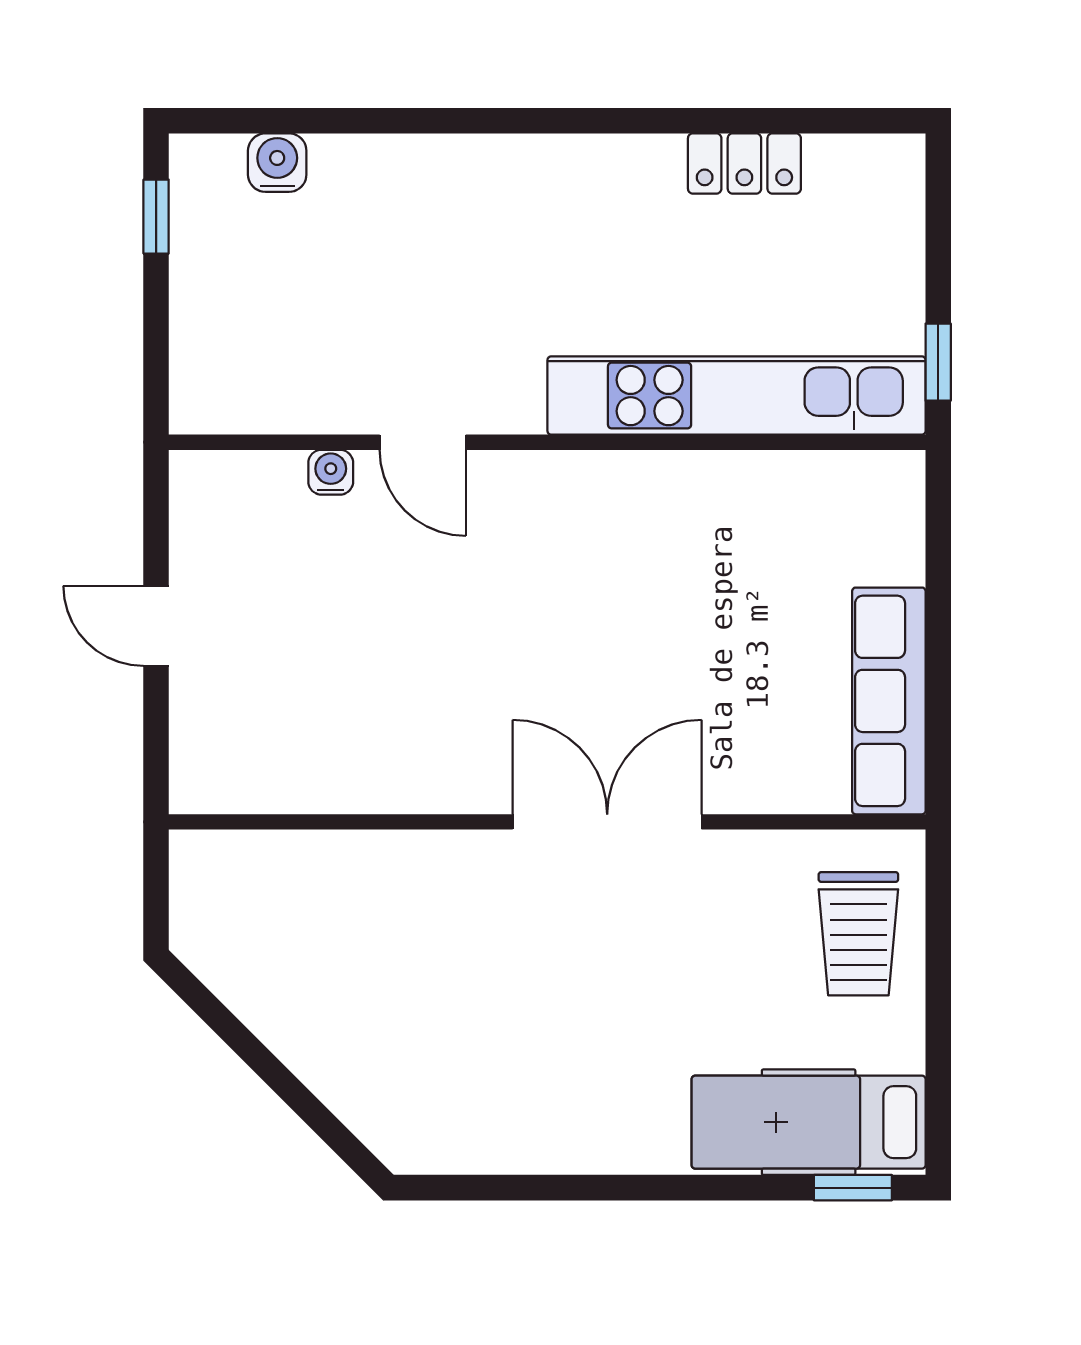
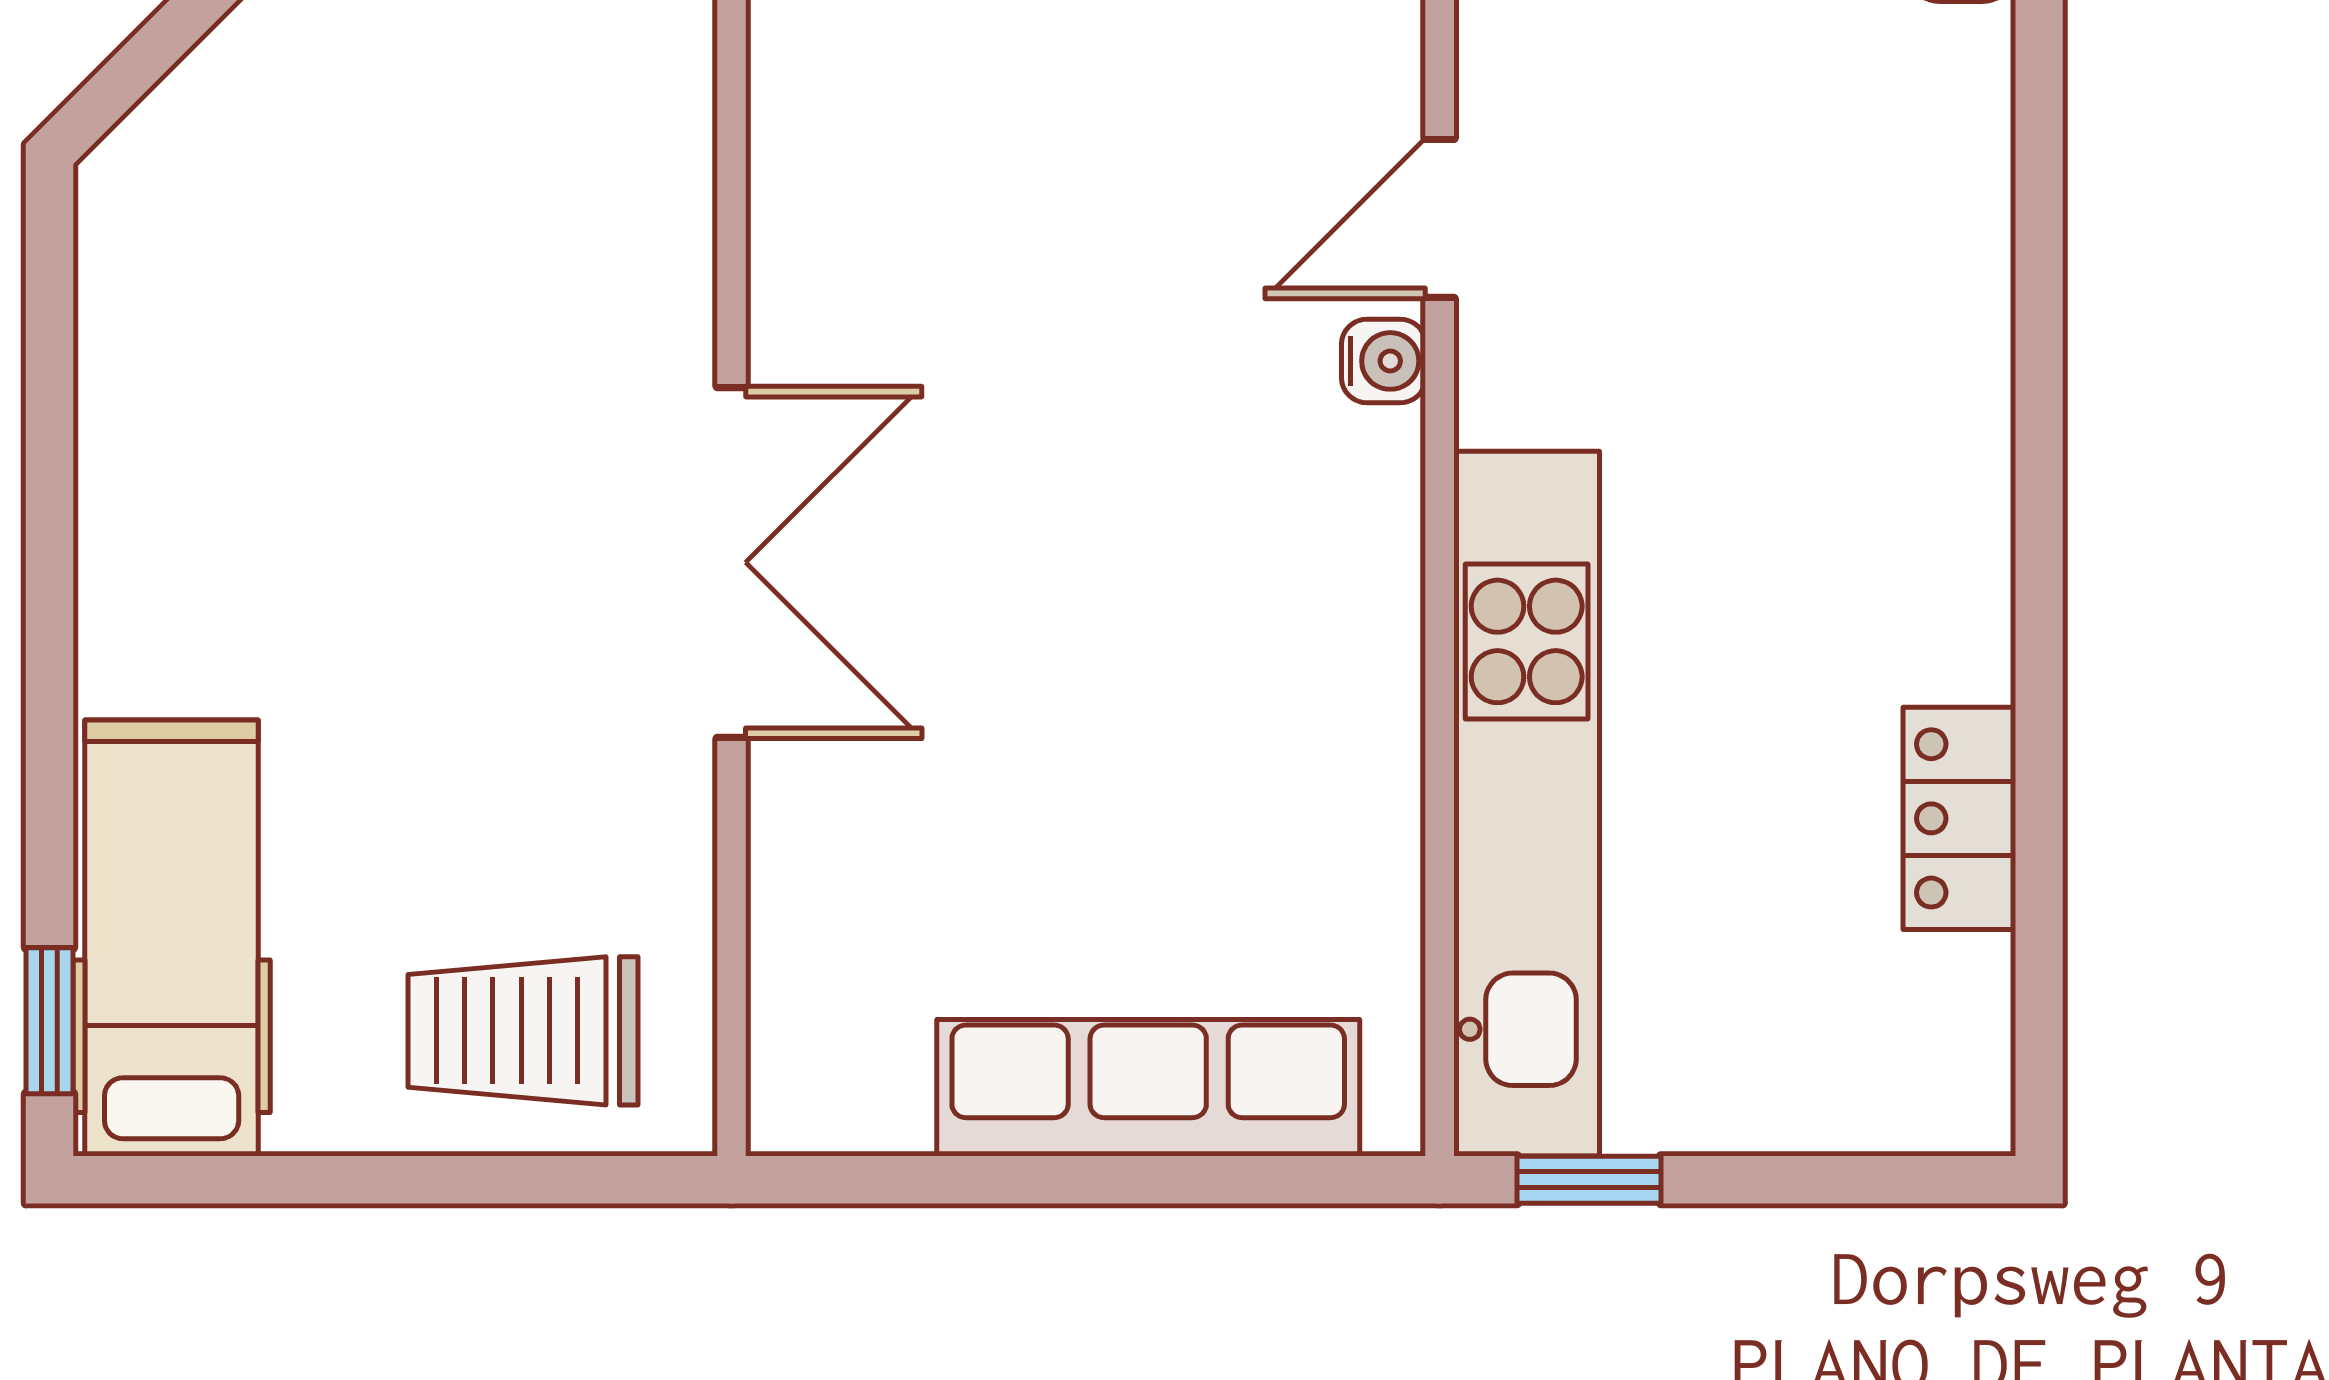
water cooler: (331, 472) -> (1384, 361), moved
row of seats: (889, 701) -> (1148, 1088), moved

